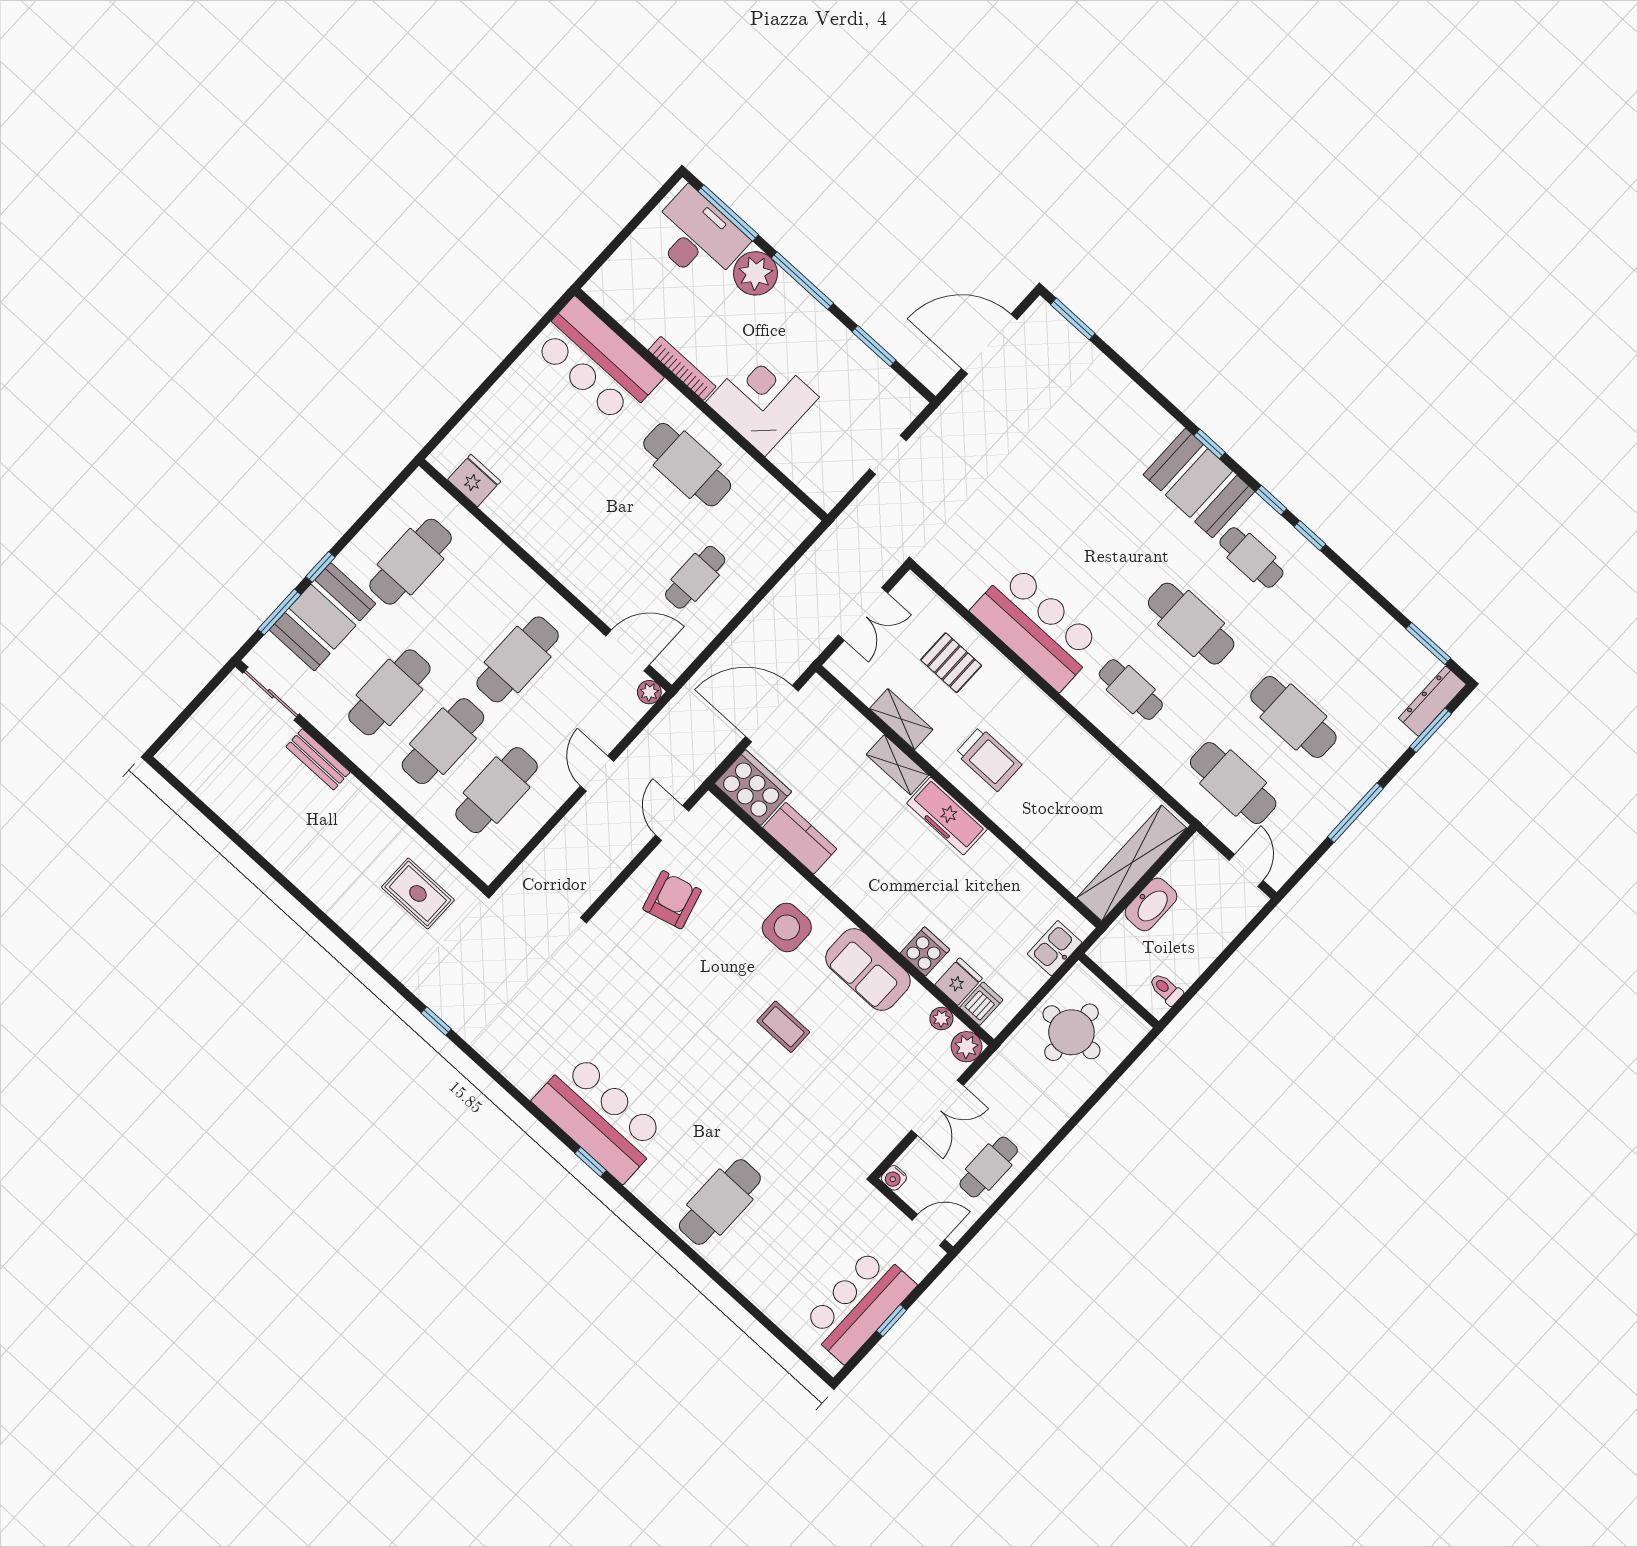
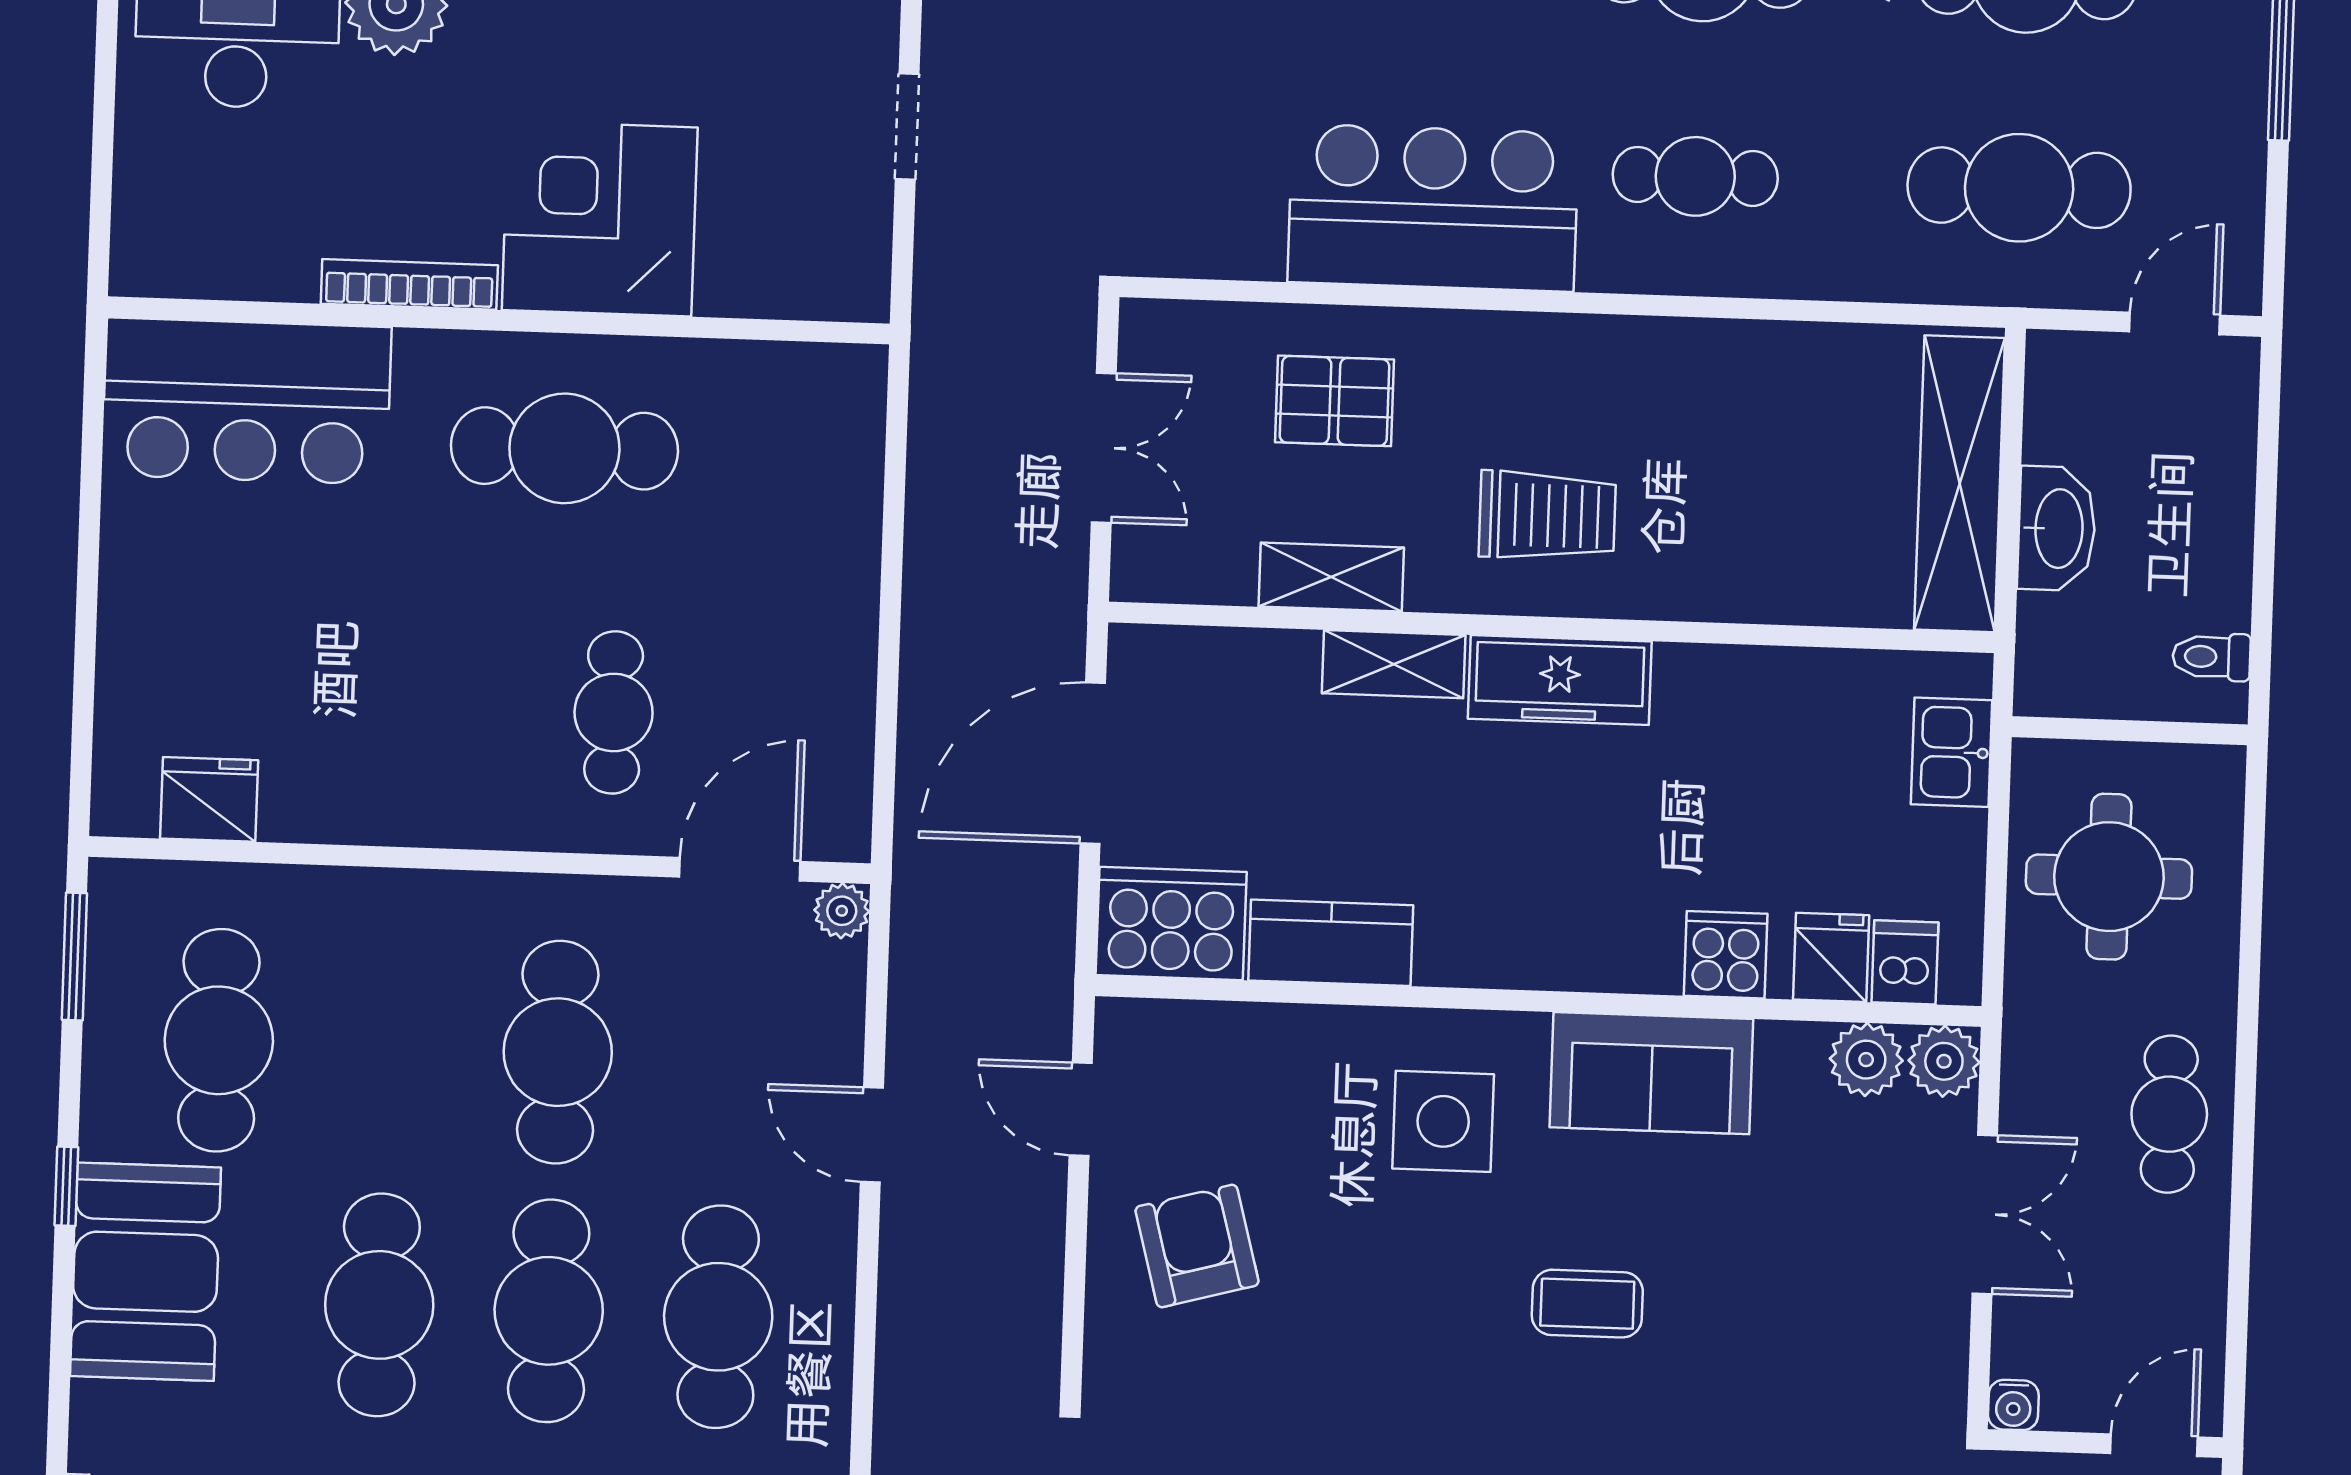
cafe table: (695, 577) -> (614, 712), moved
window: (279, 612) -> (74, 956), moved
door: (1246, 870) -> (2175, 323), hinge flipped
plant: (941, 1019) -> (1866, 1060), width x1.38, depth x1.38
cafe table: (989, 1167) -> (2169, 1114), moved

